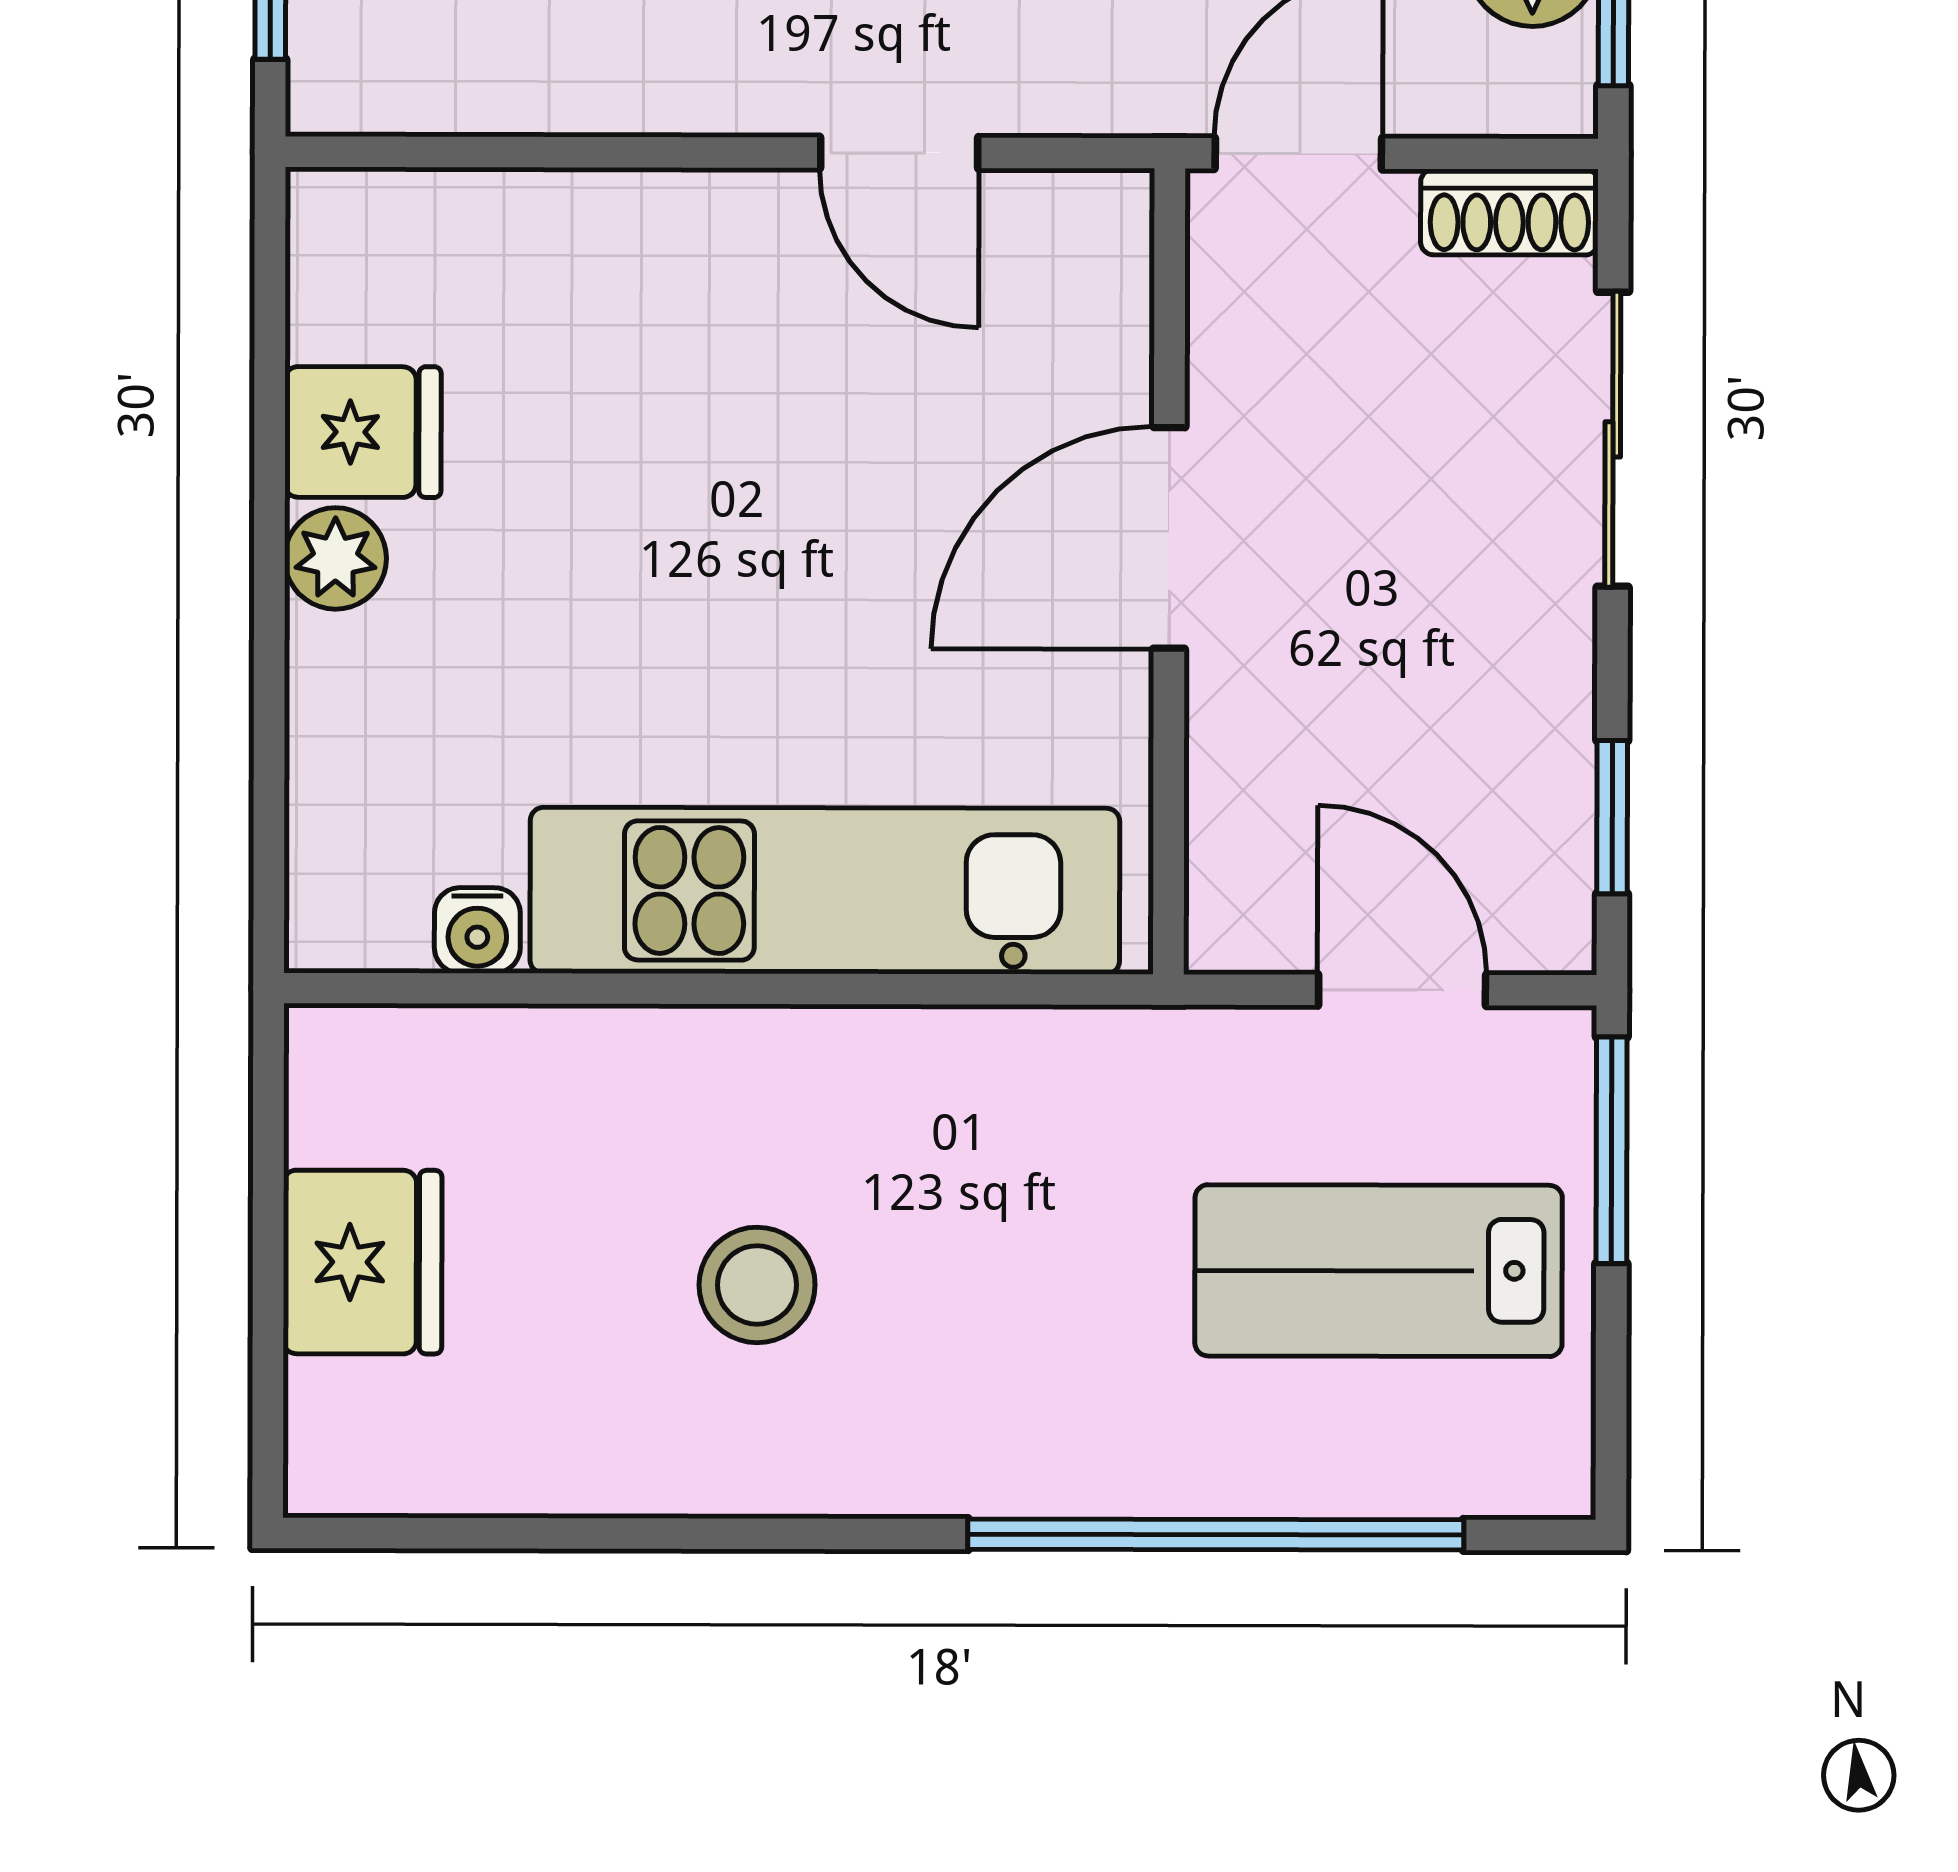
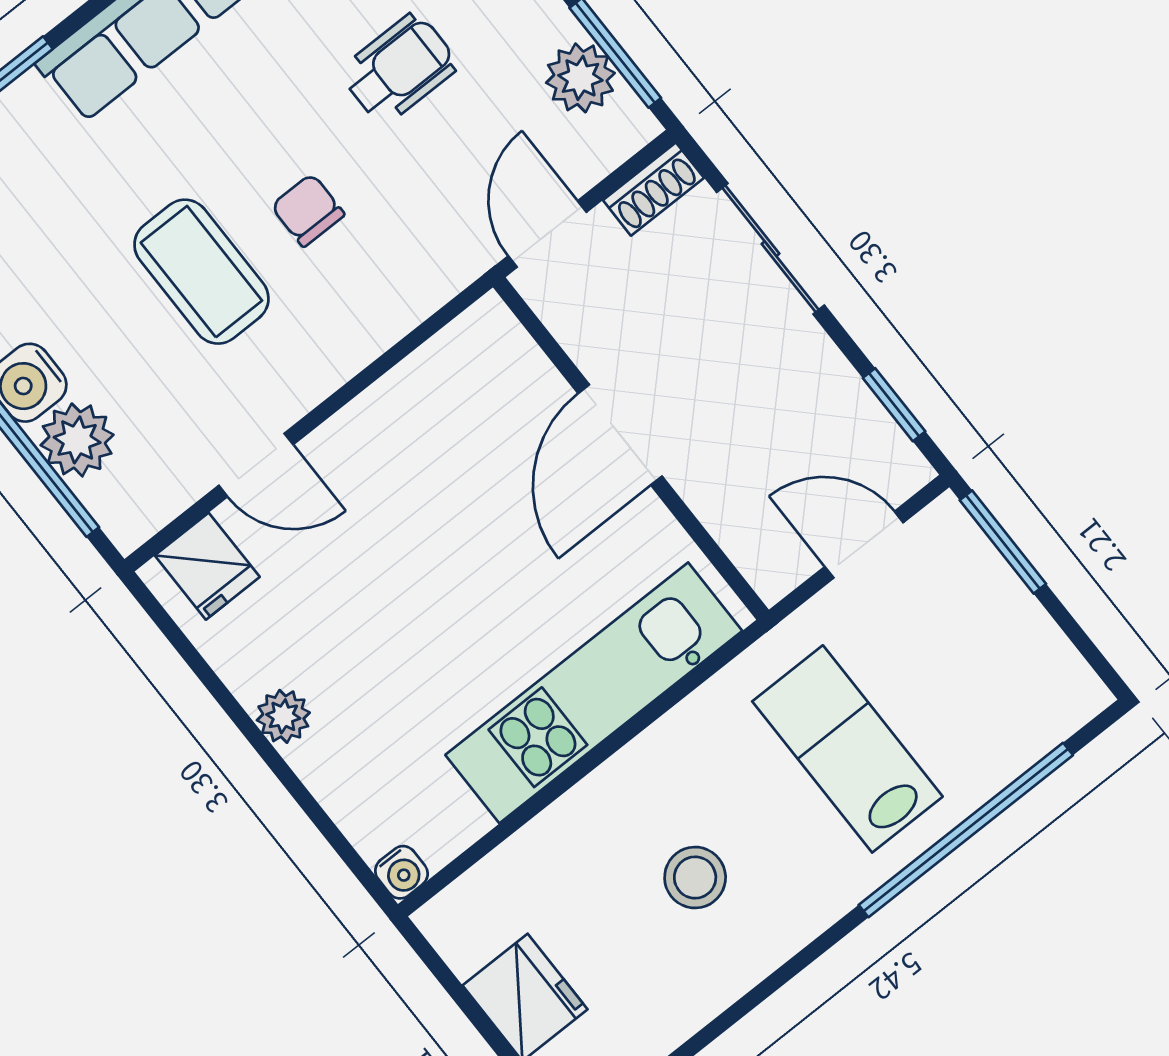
door: (899, 153) -> (256, 465), moved
fridge: (363, 432) -> (207, 566), moved, turned 90
water cooler: (477, 930) -> (402, 872), moved
lab bench: (1379, 1271) -> (847, 749), moved, turned 90

